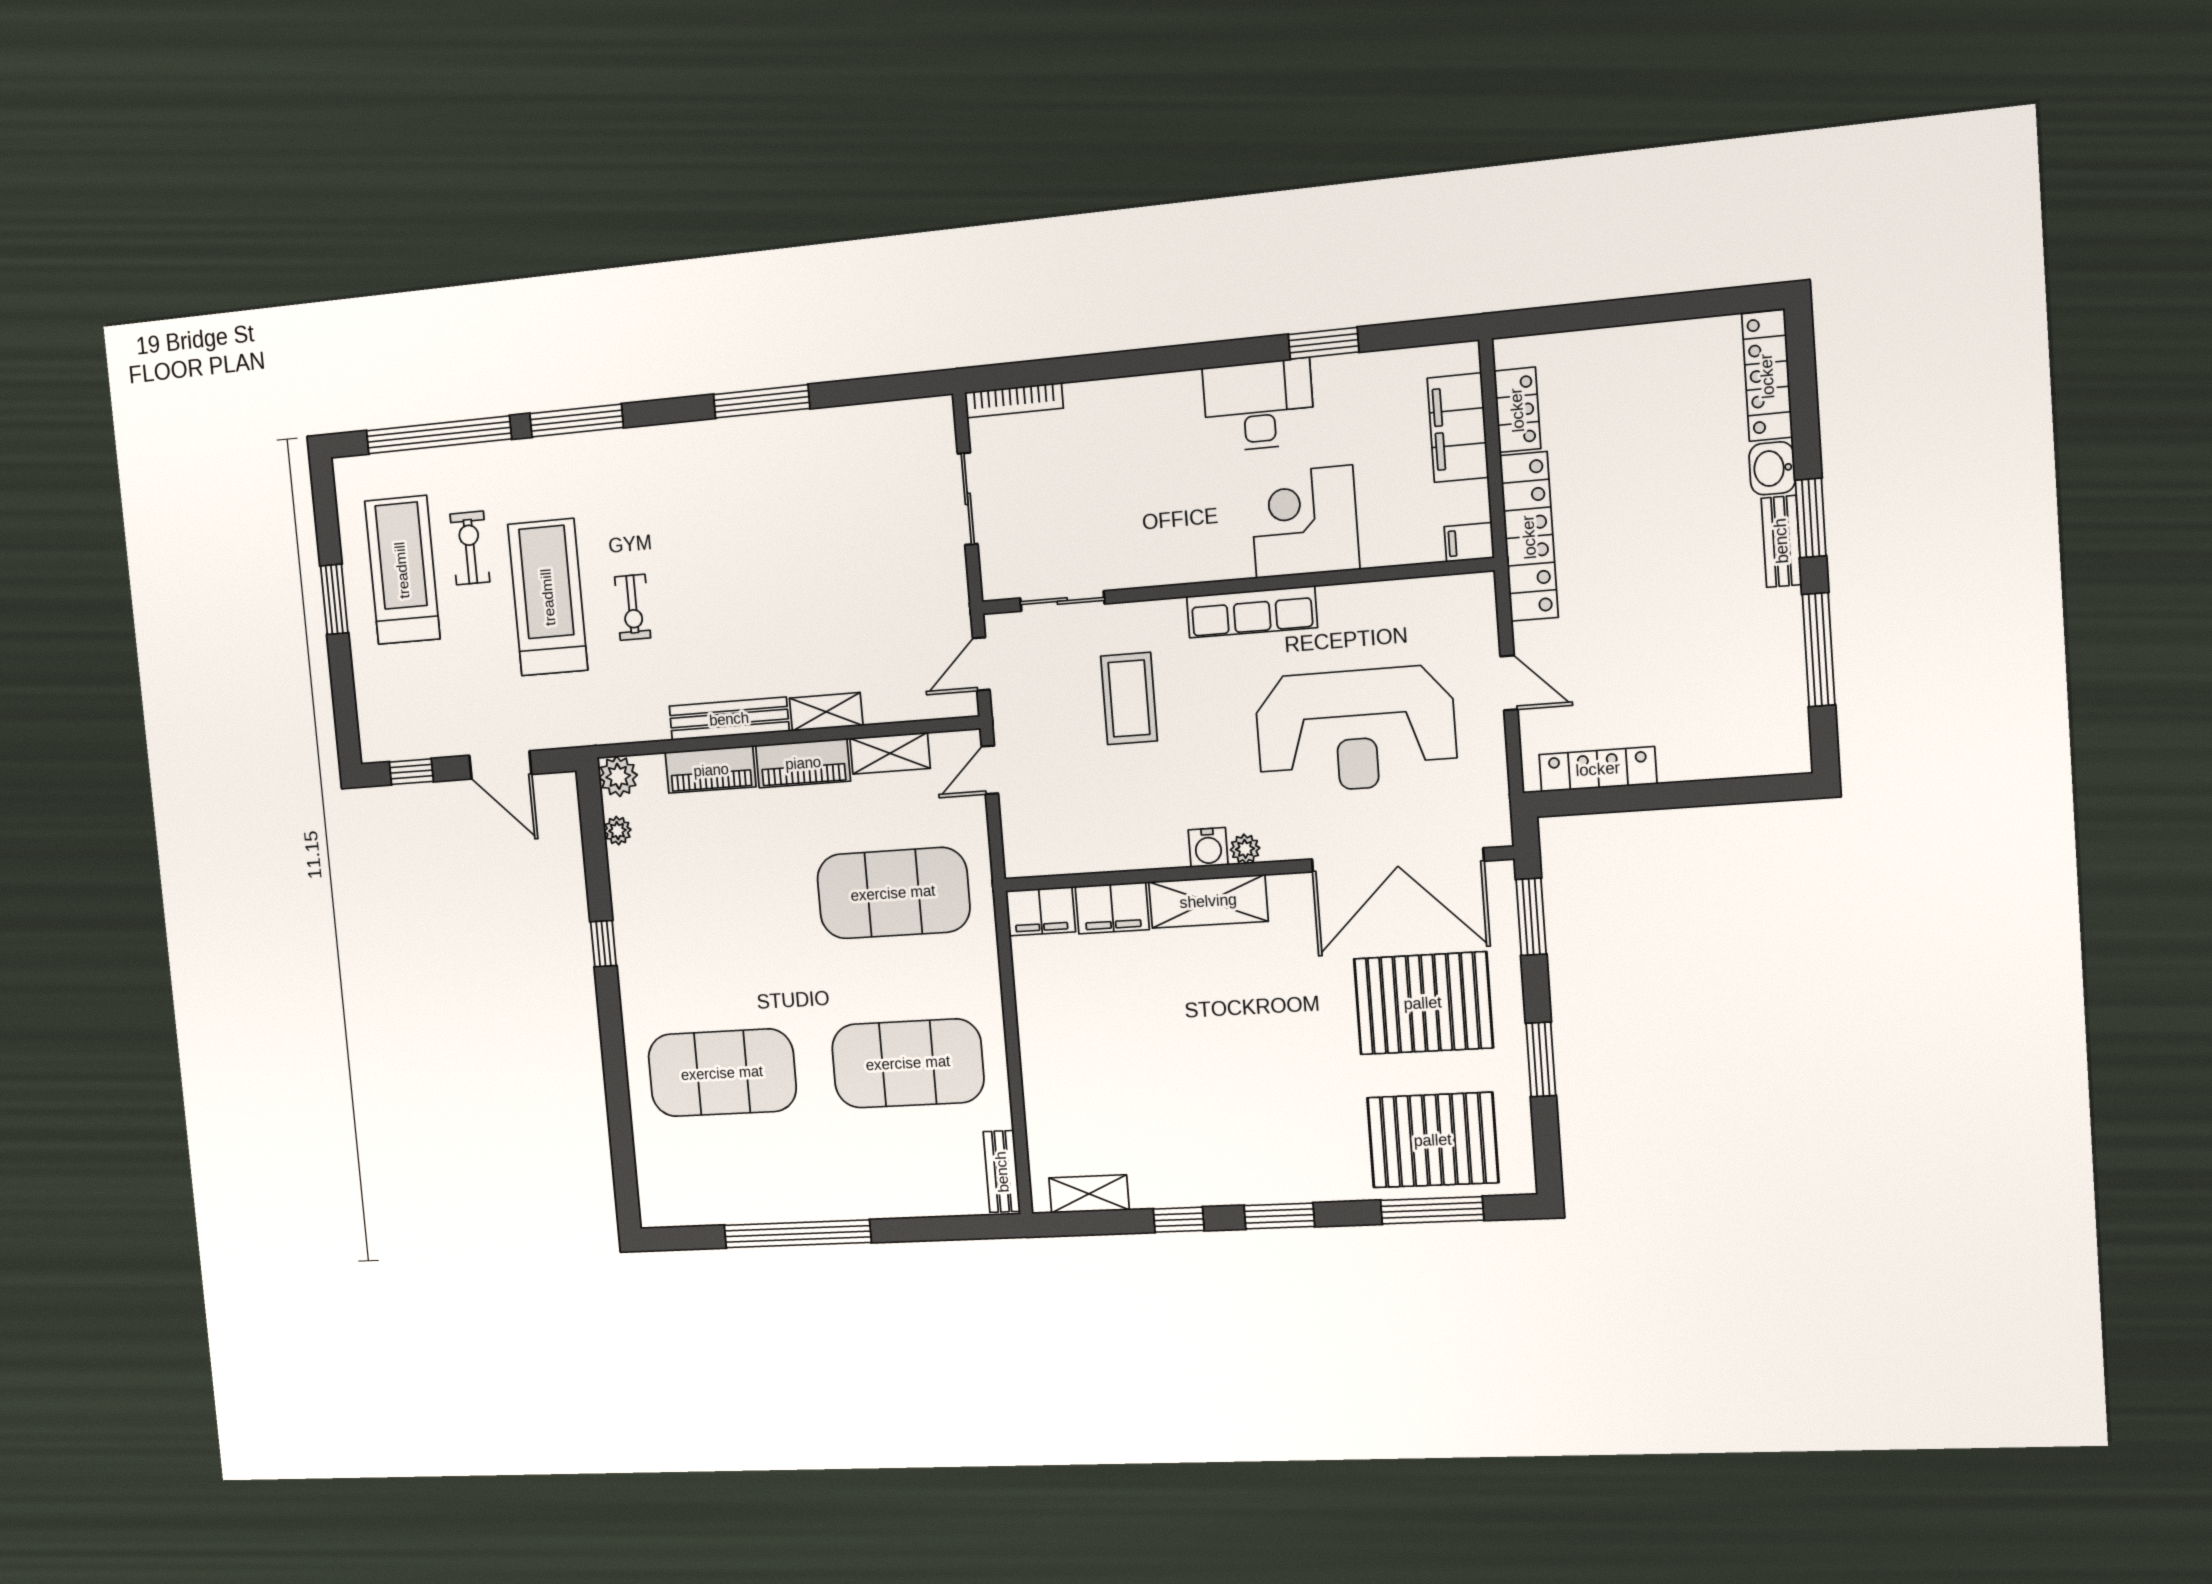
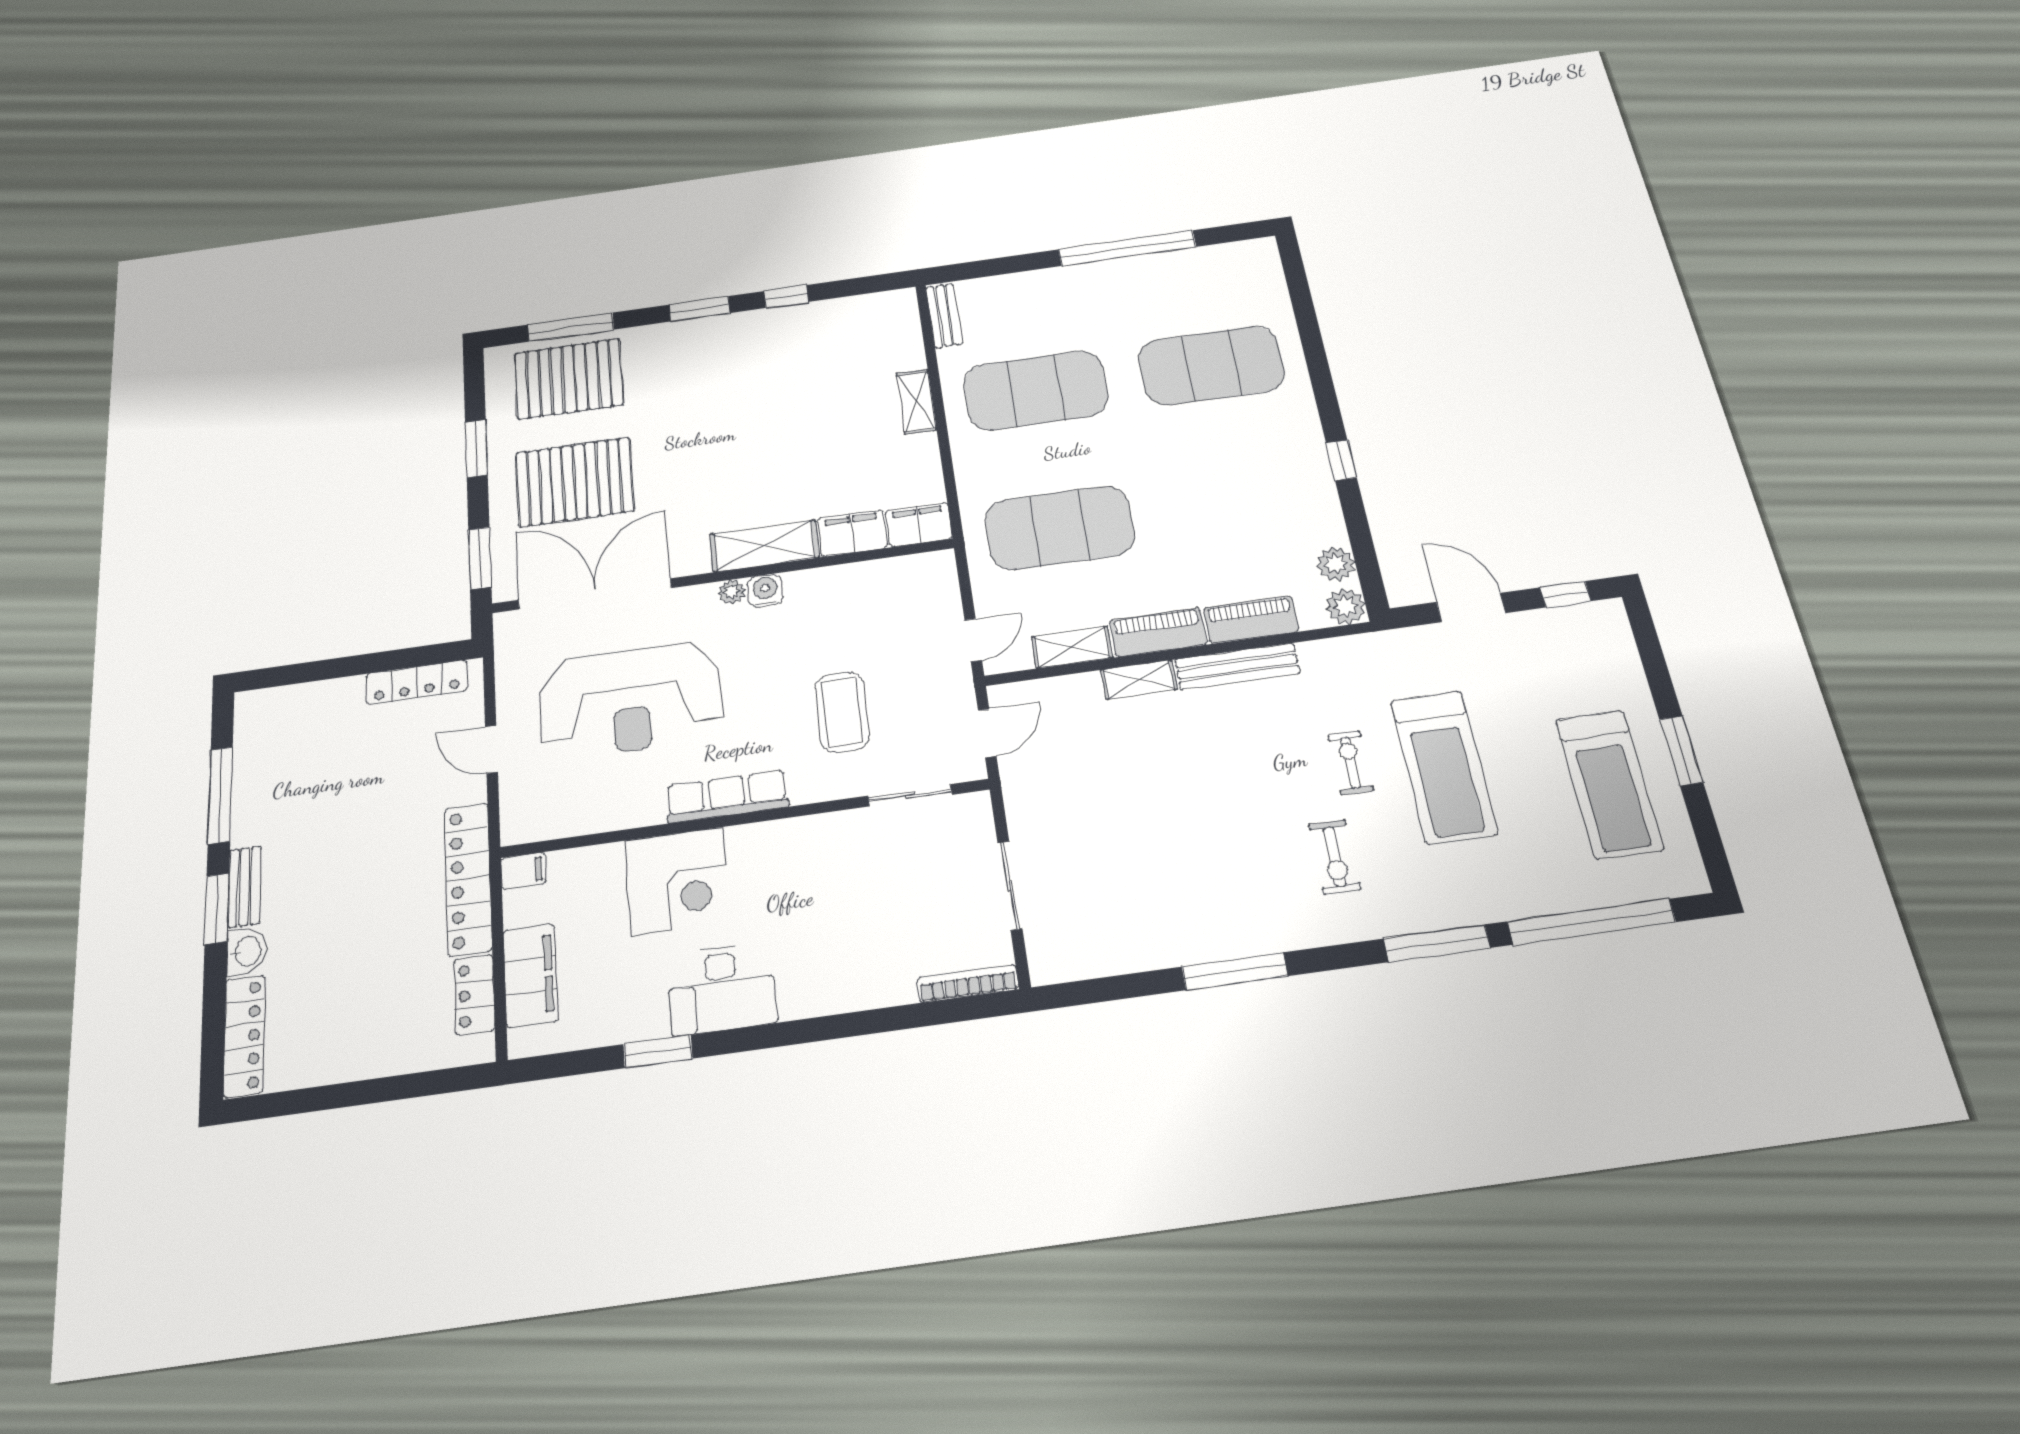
exercise bike: (470, 548) -> (1335, 857), moved
reception desk: (1356, 730) -> (631, 700), turned 180
plant: (617, 831) -> (1336, 564), width x1.38, depth x1.38
shelving: (1089, 1194) -> (916, 402), moved, turned 90

